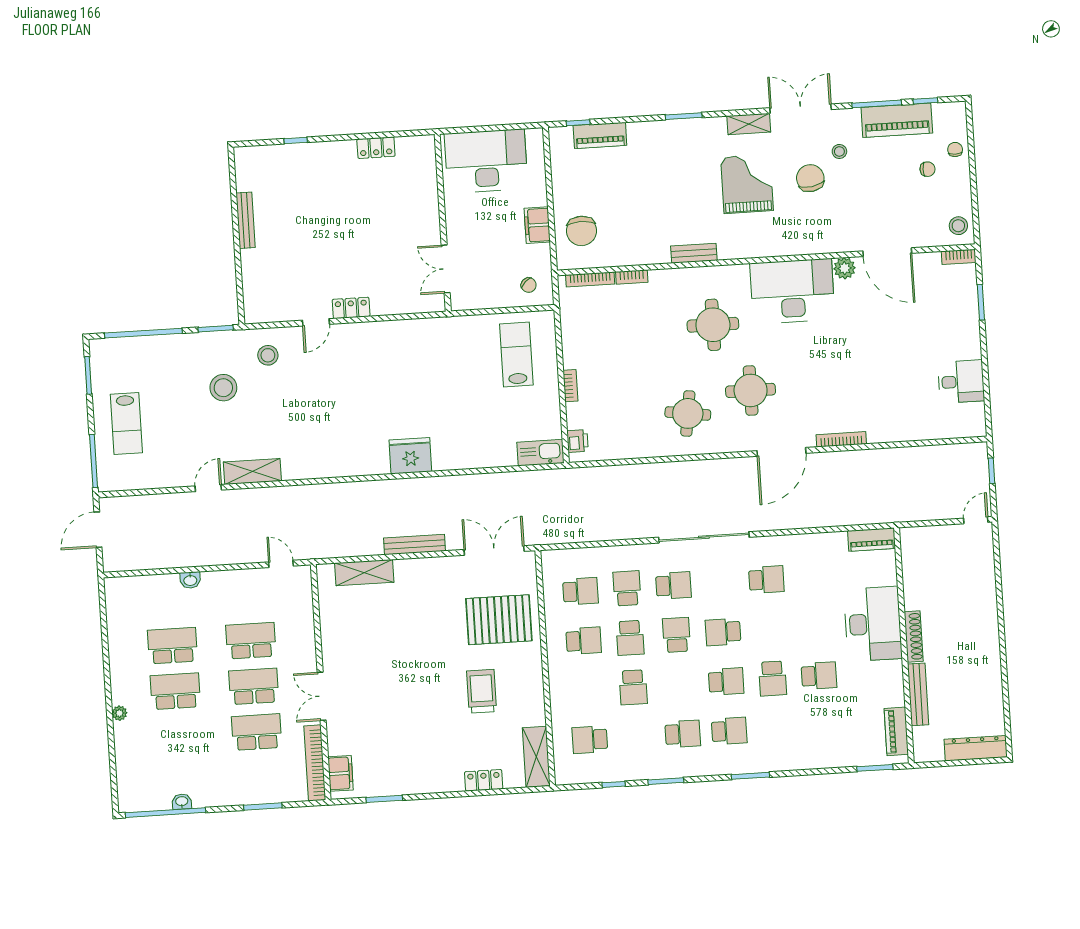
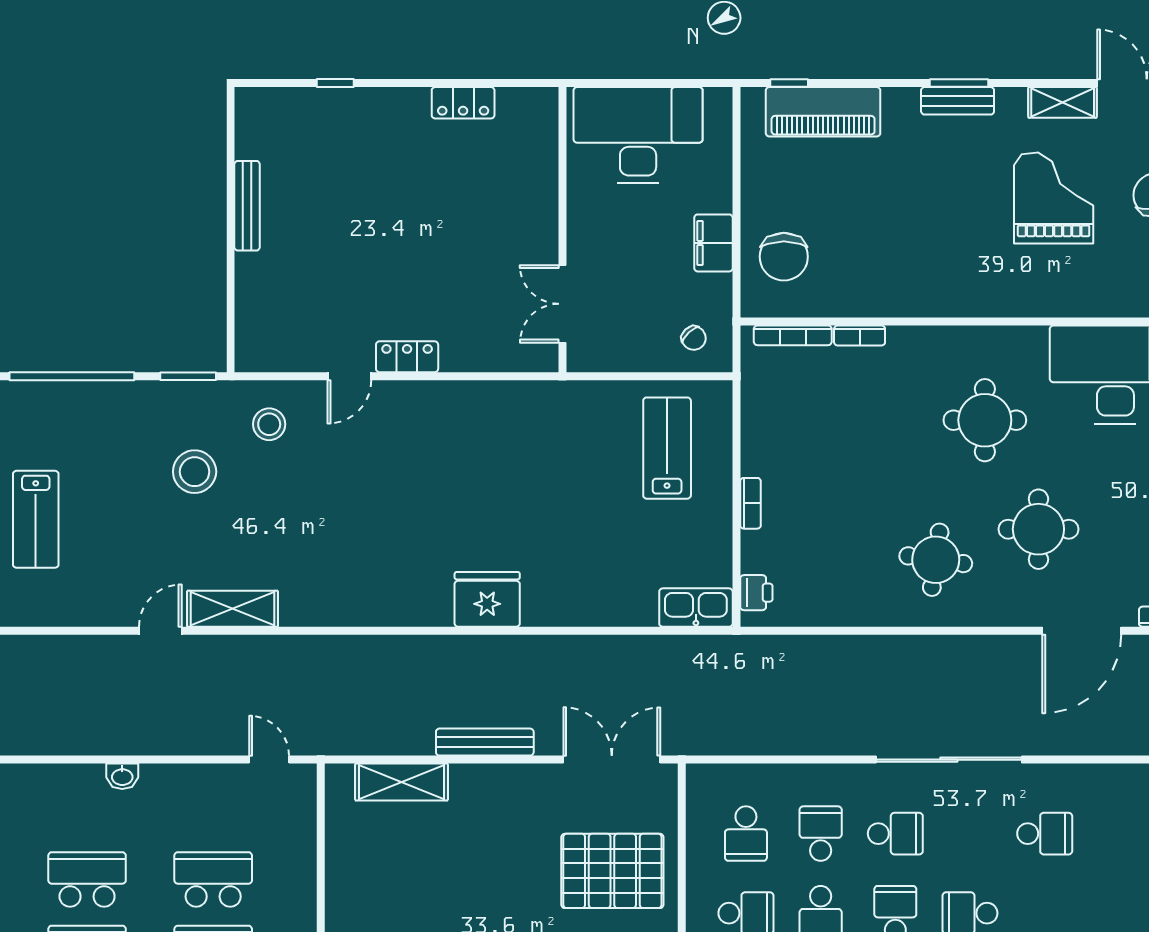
piano: (600, 135) -> (823, 112), width x1.37, depth x1.33
bench: (694, 253) -> (958, 101), moved
school desk: (581, 591) -> (746, 834), turned 90

